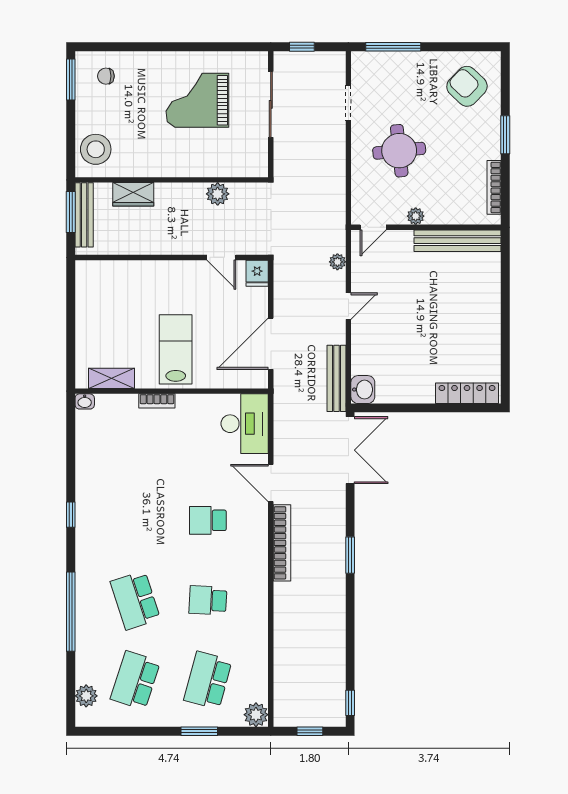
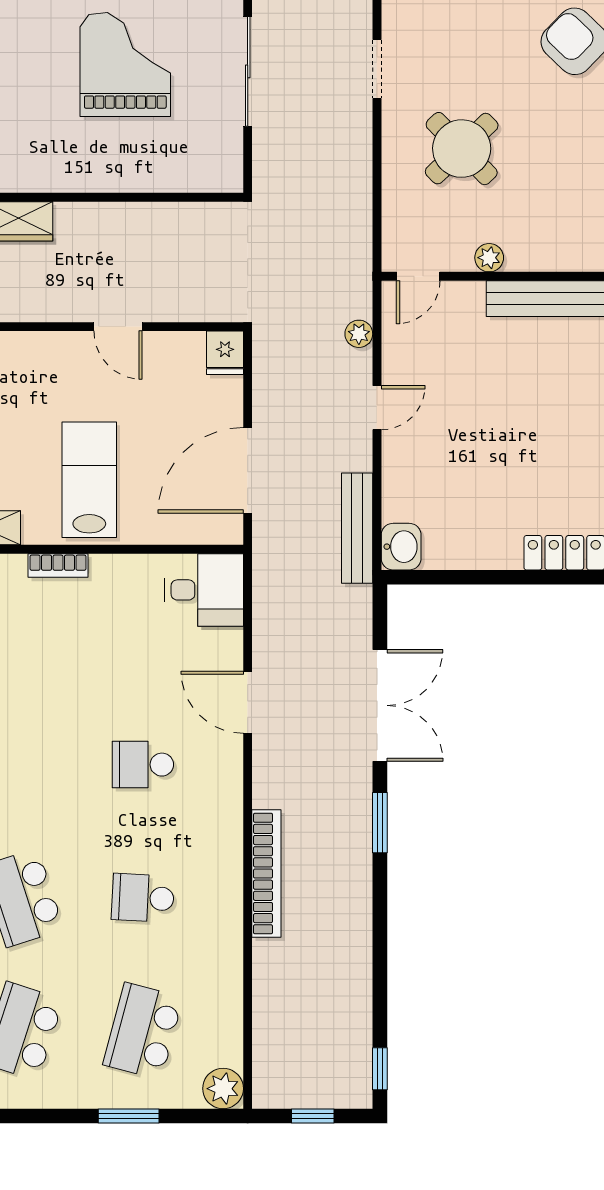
grand piano: (197, 100) -> (125, 65), turned 90
round table: (399, 151) -> (462, 149), turned -38
plant: (218, 194) -> (159, 221), removed
door: (221, 257) -> (118, 327), moved
desk: (245, 424) -> (204, 590), width x0.73
double door: (350, 450) -> (380, 705), moved
bookcase: (282, 543) -> (266, 874), moved

